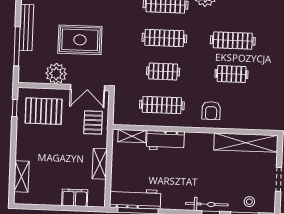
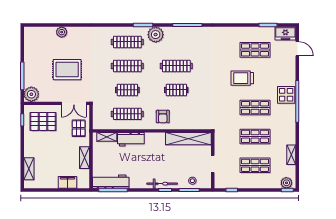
bench: (26, 28) -> (28, 62), removed
plant: (56, 74) -> (31, 94), moved

